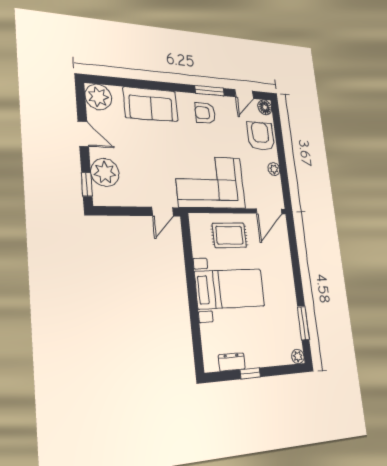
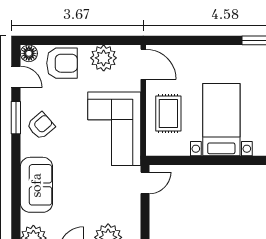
armchair: (205, 113) -> (41, 126), turned -131
armchair: (261, 136) -> (62, 63), turned 180
plant: (274, 169) -> (104, 58), width x1.88, depth x1.88
door: (163, 212) -> (145, 183), hinge flipped

